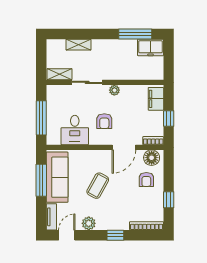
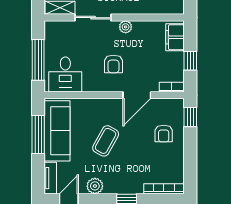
desk: (75, 130) -> (65, 74), moved
floor lamp: (152, 158) -> (170, 108), removed
window: (169, 200) -> (190, 117), moved

